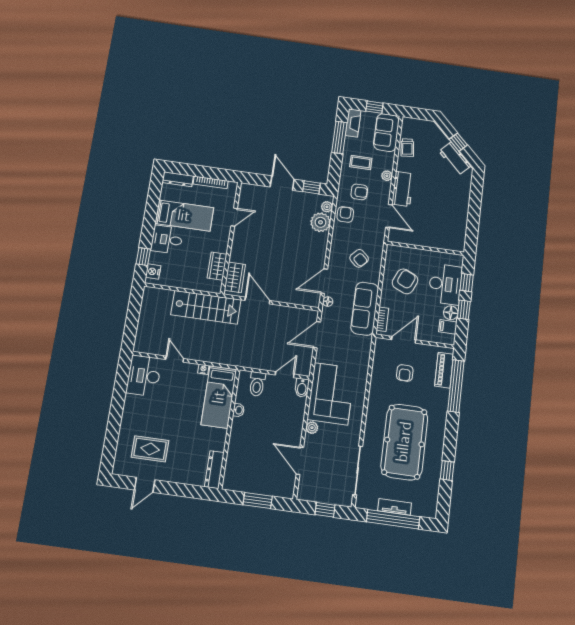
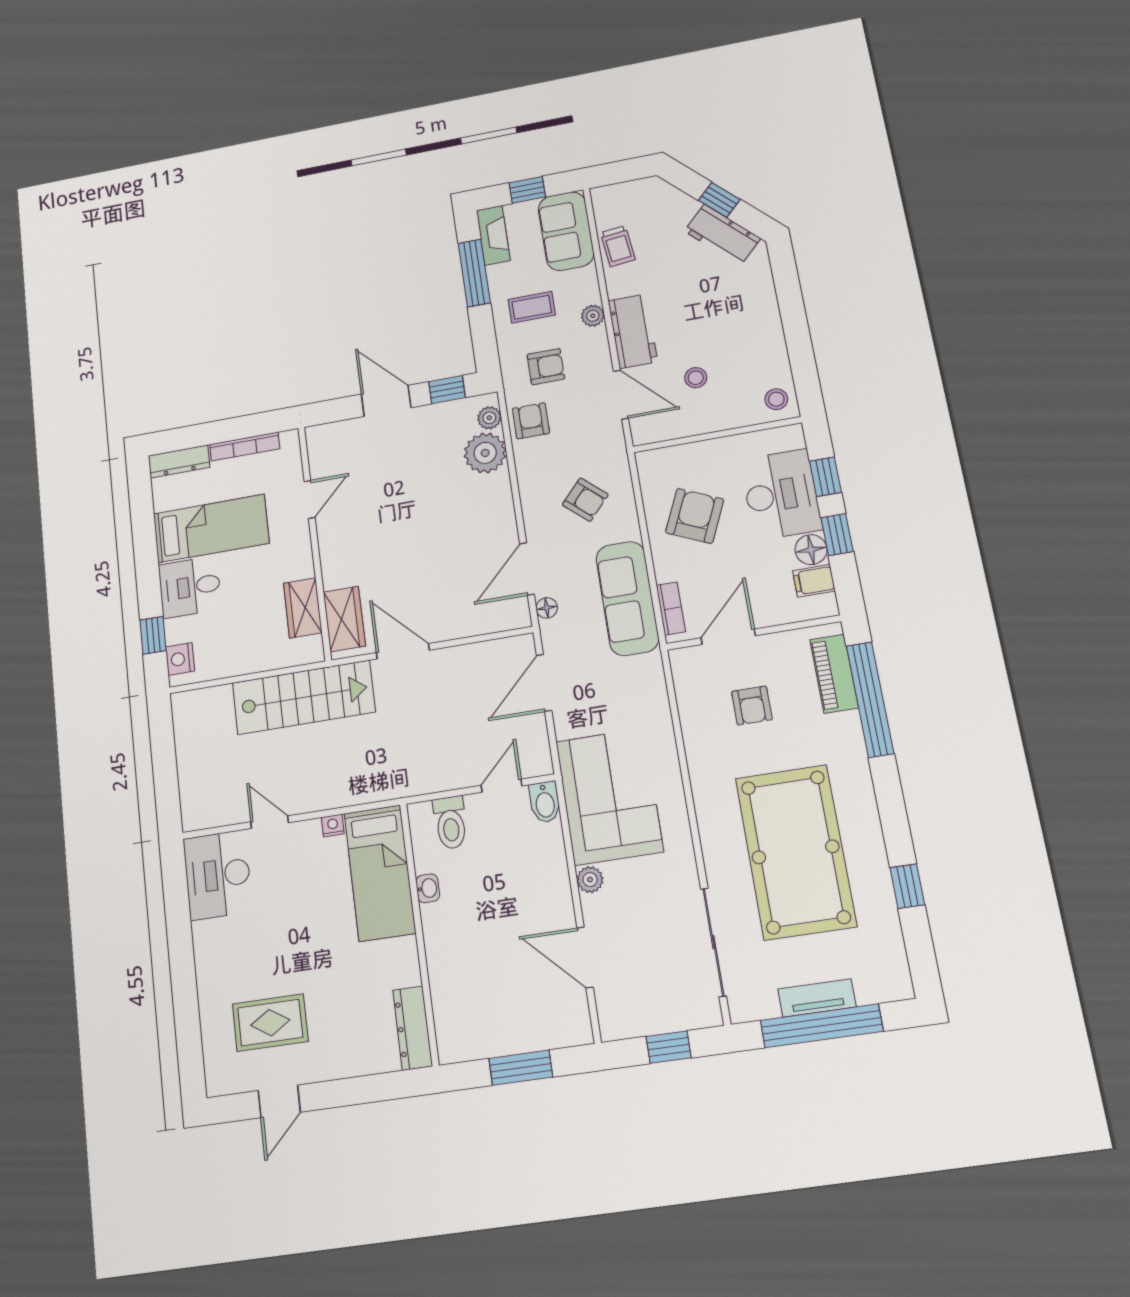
stool: (424, 220) -> (696, 378), added
stool: (456, 241) -> (776, 399), added

